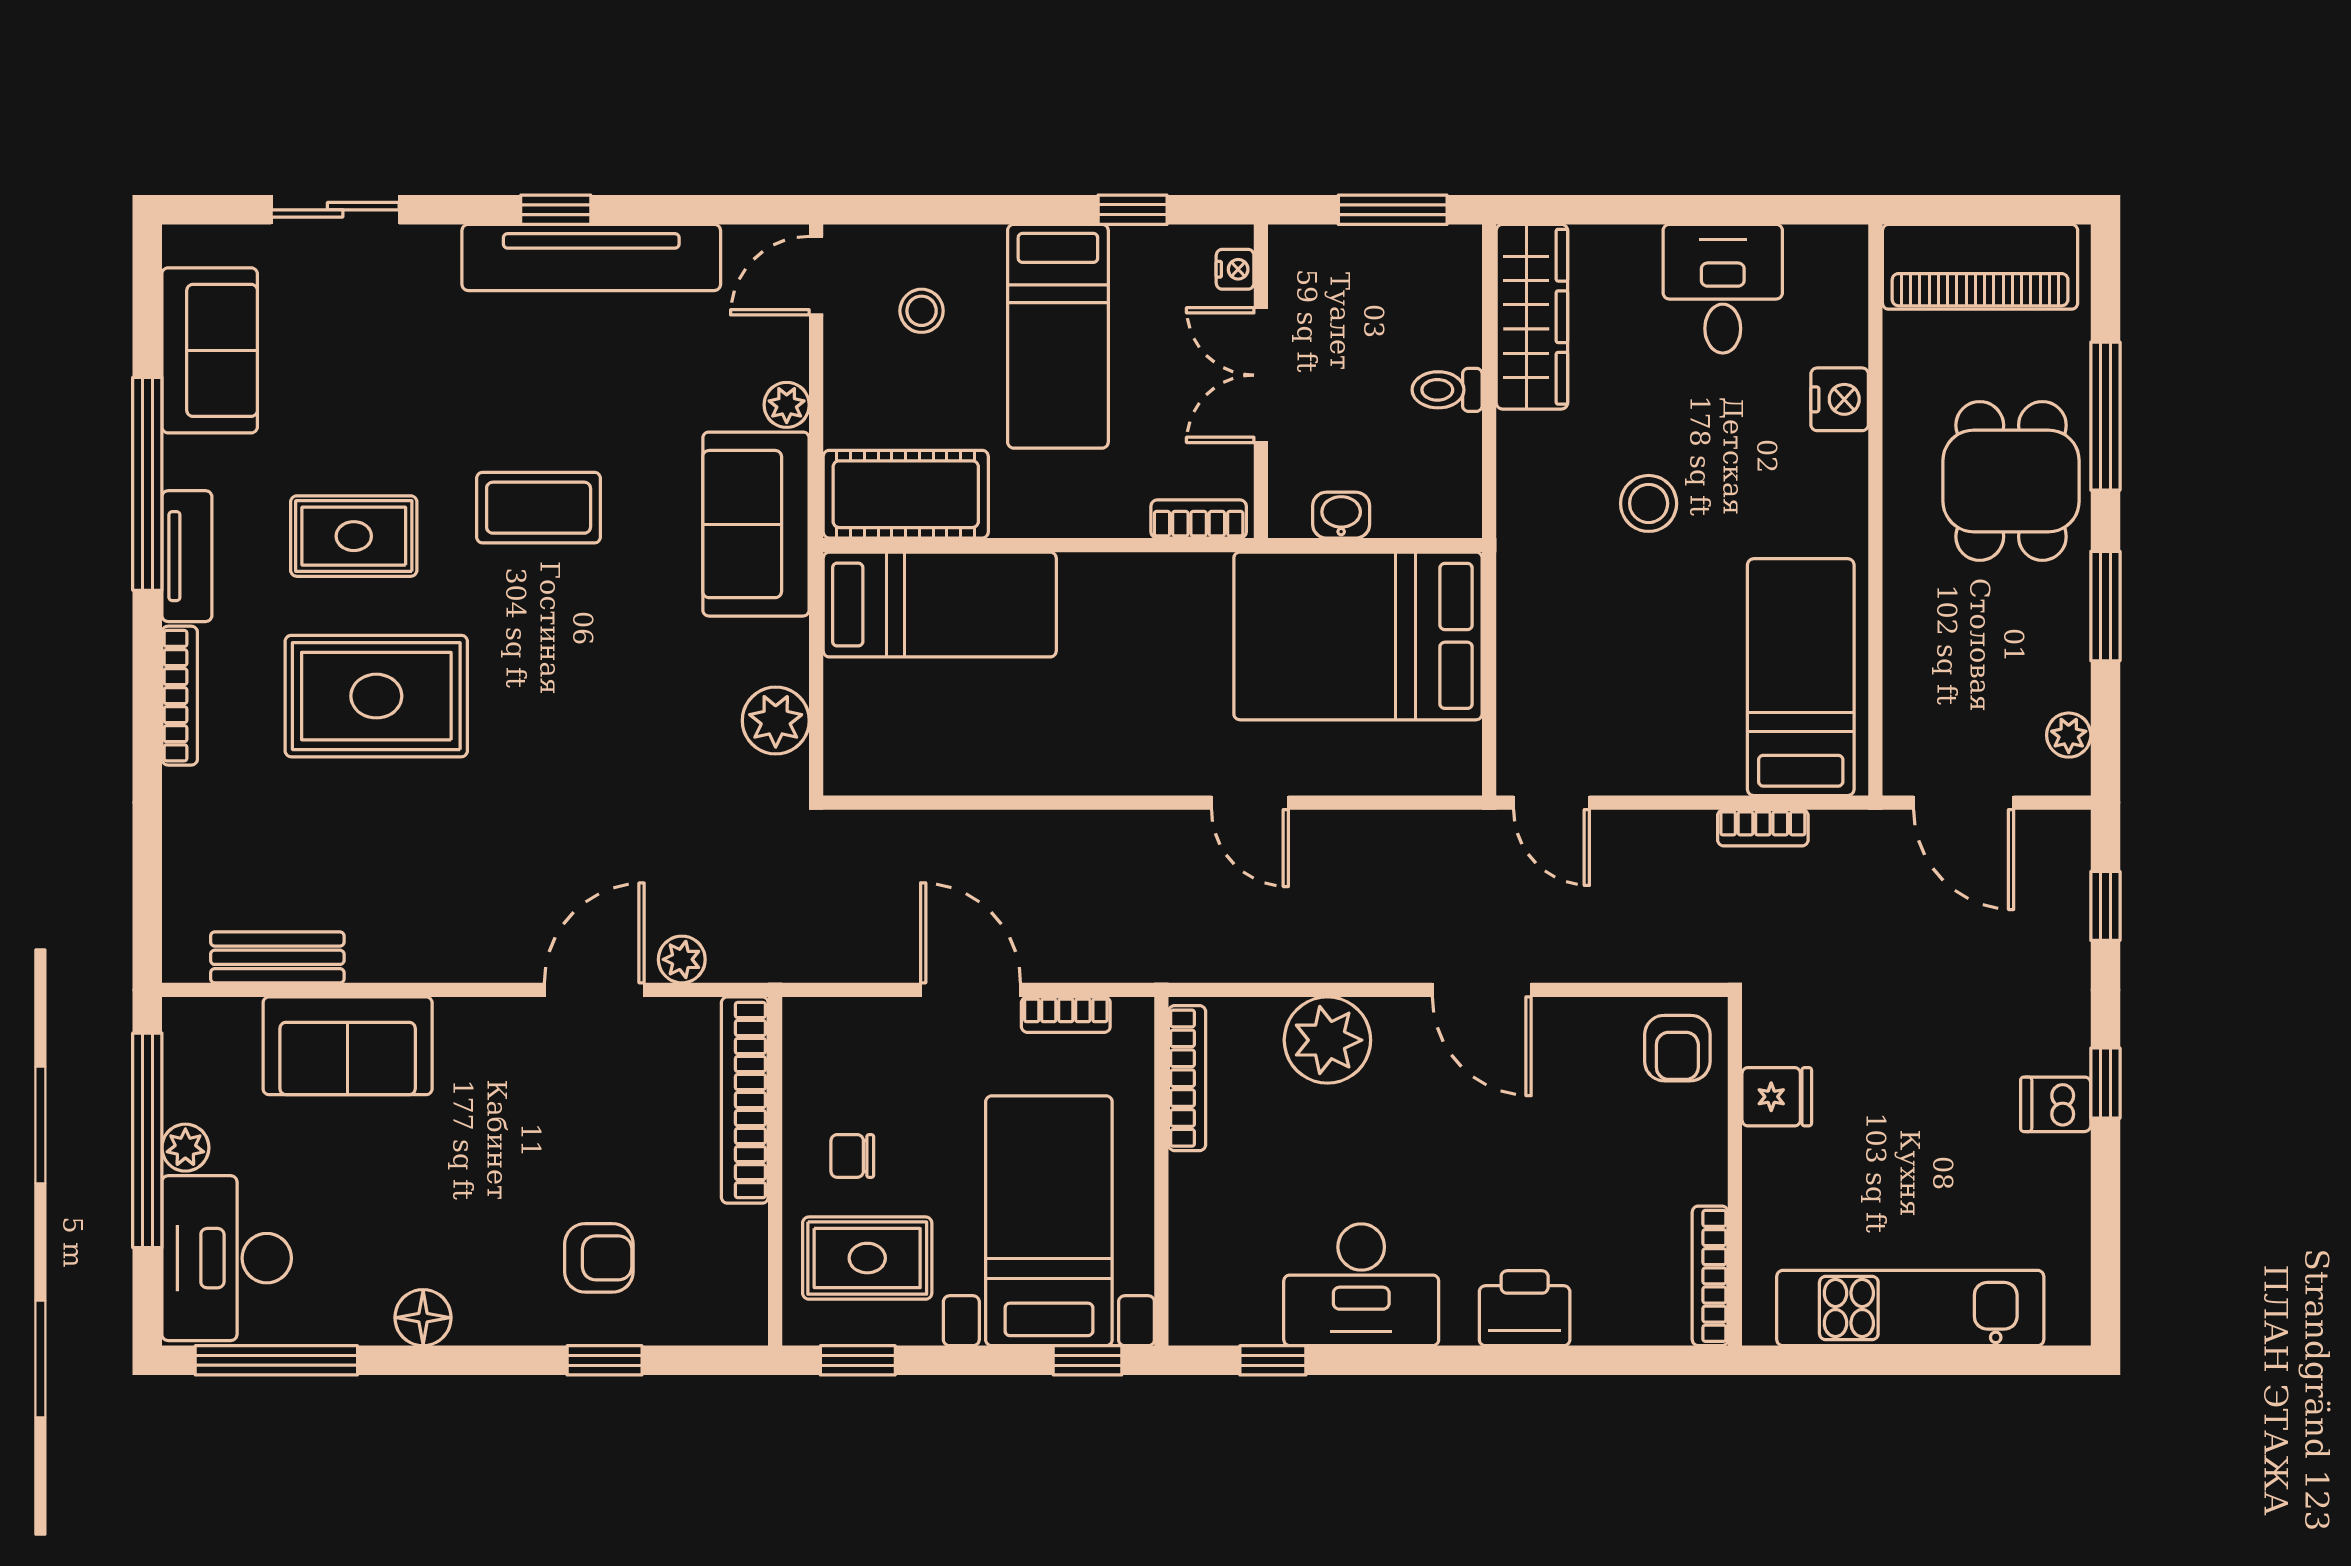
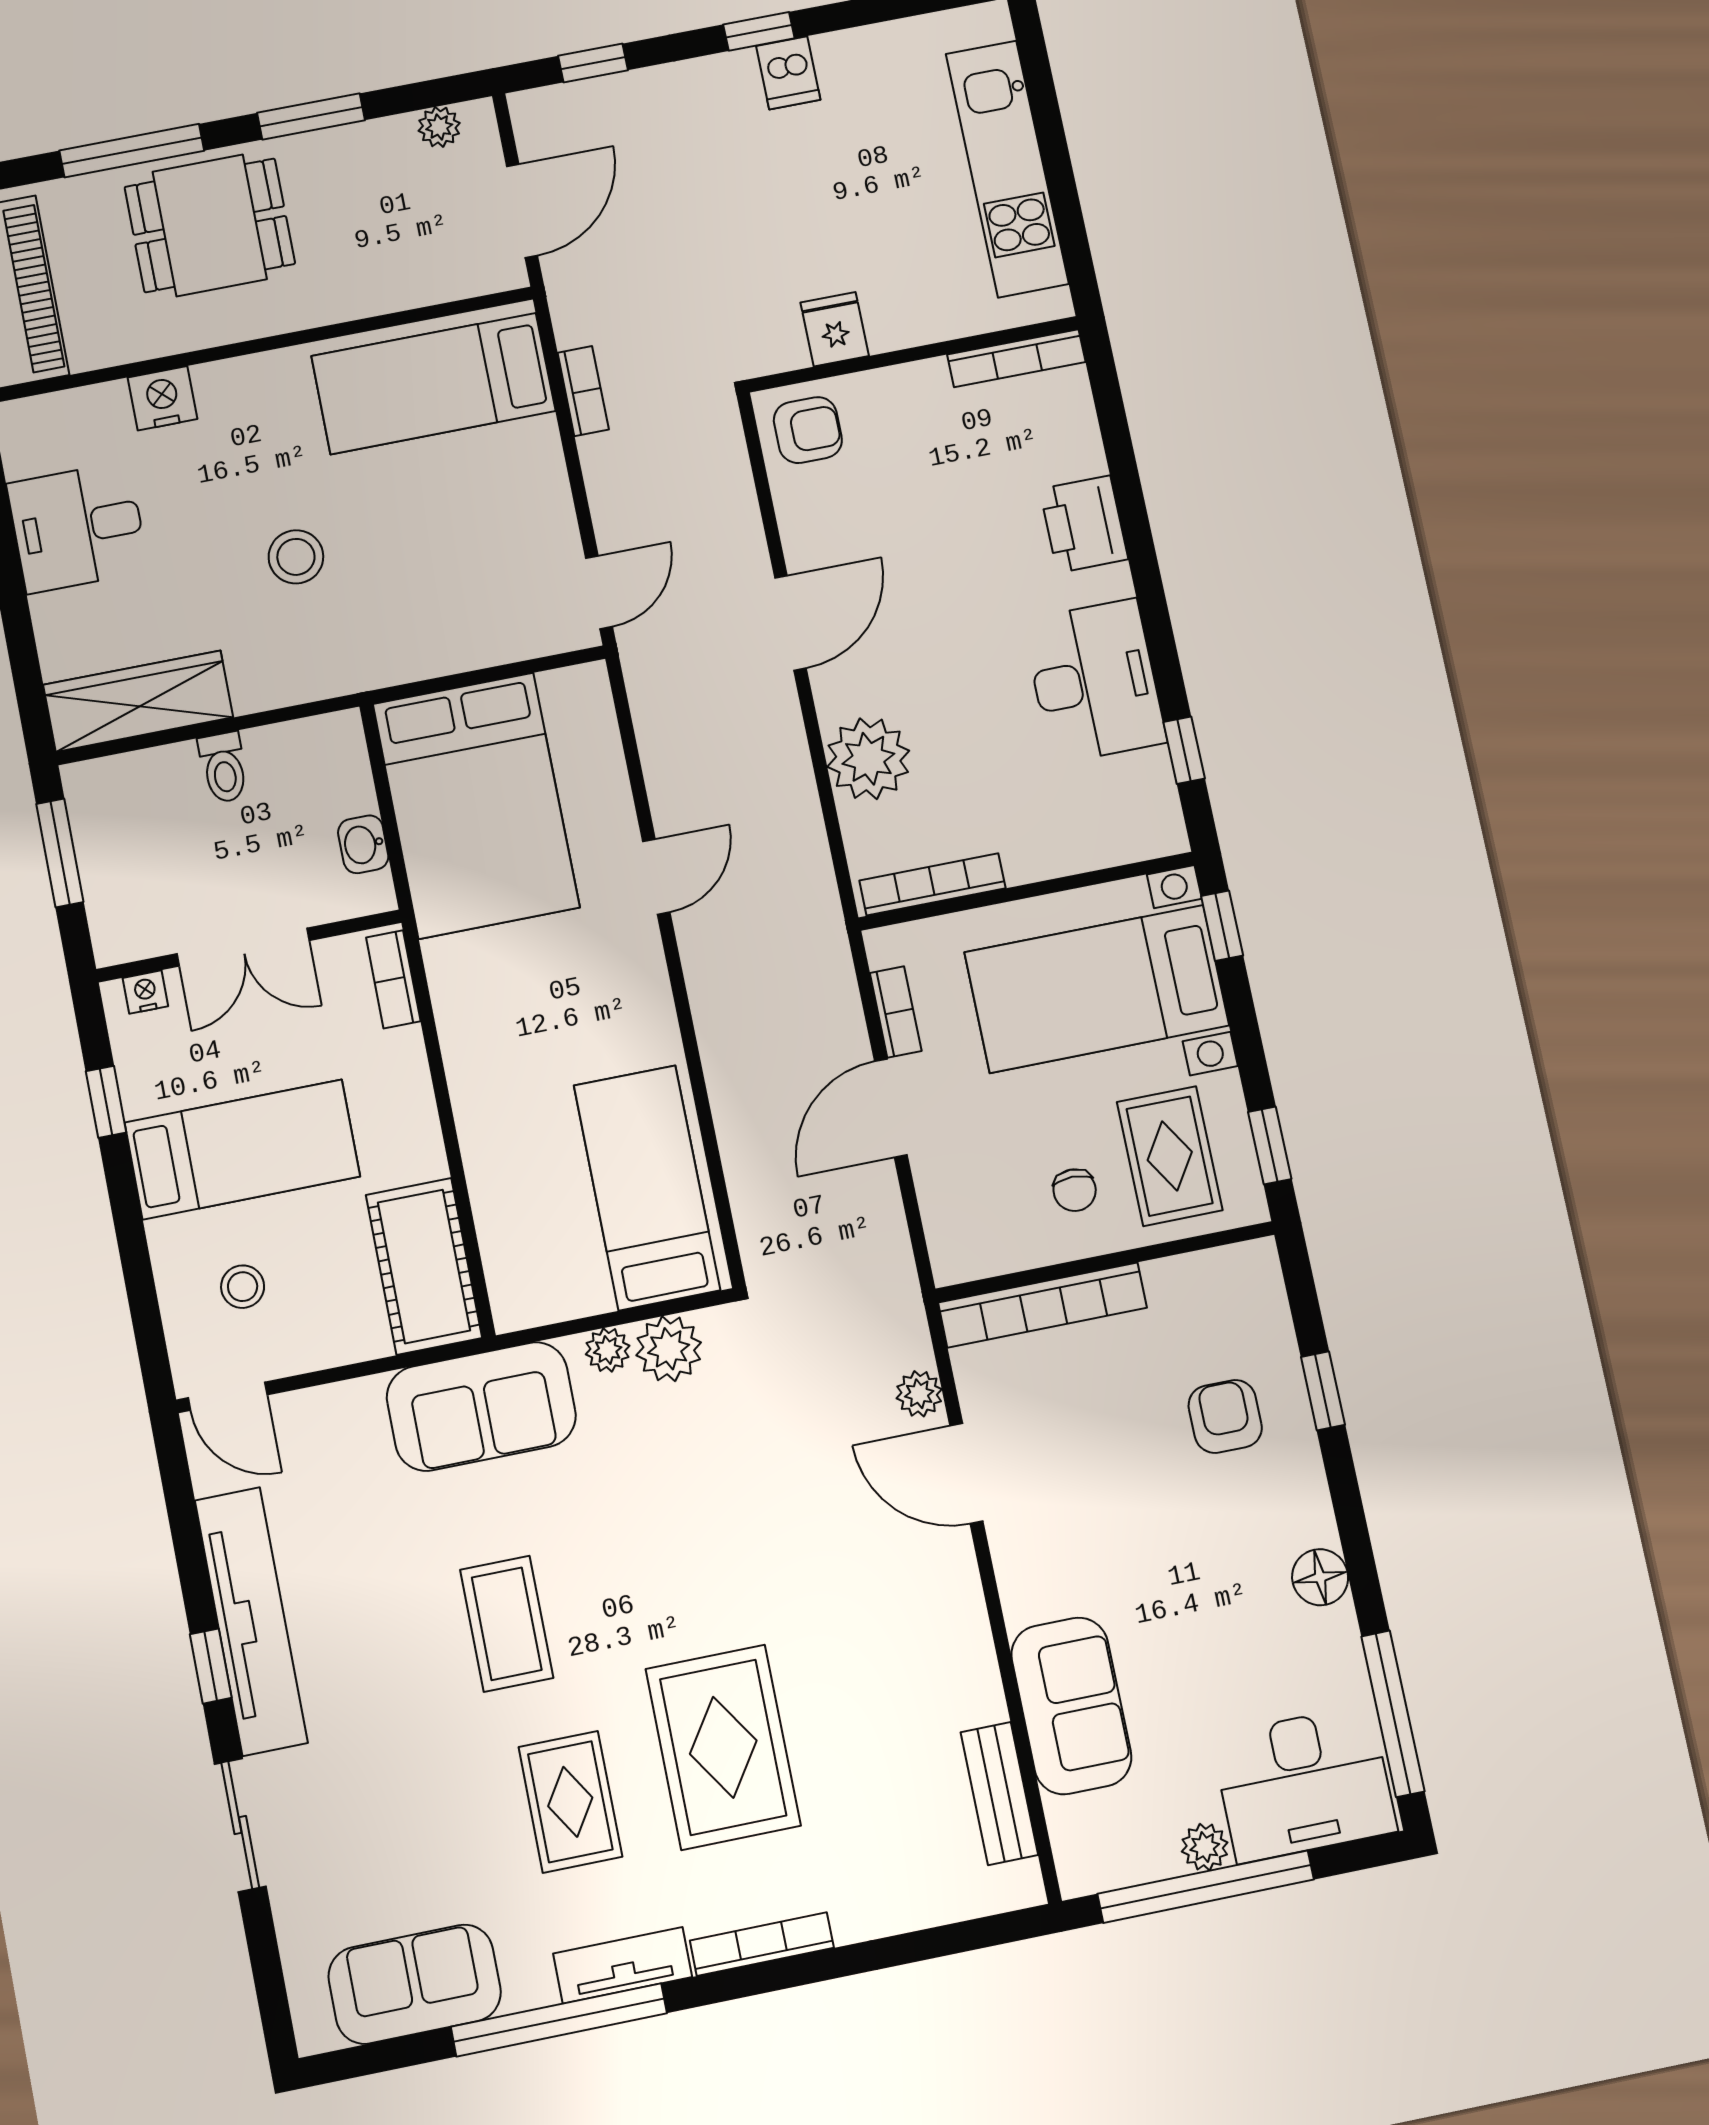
sliding door: (335, 210) -> (240, 1825), moved
plant: (787, 405) -> (608, 1350), moved
bed: (940, 605) -> (647, 1188), moved

